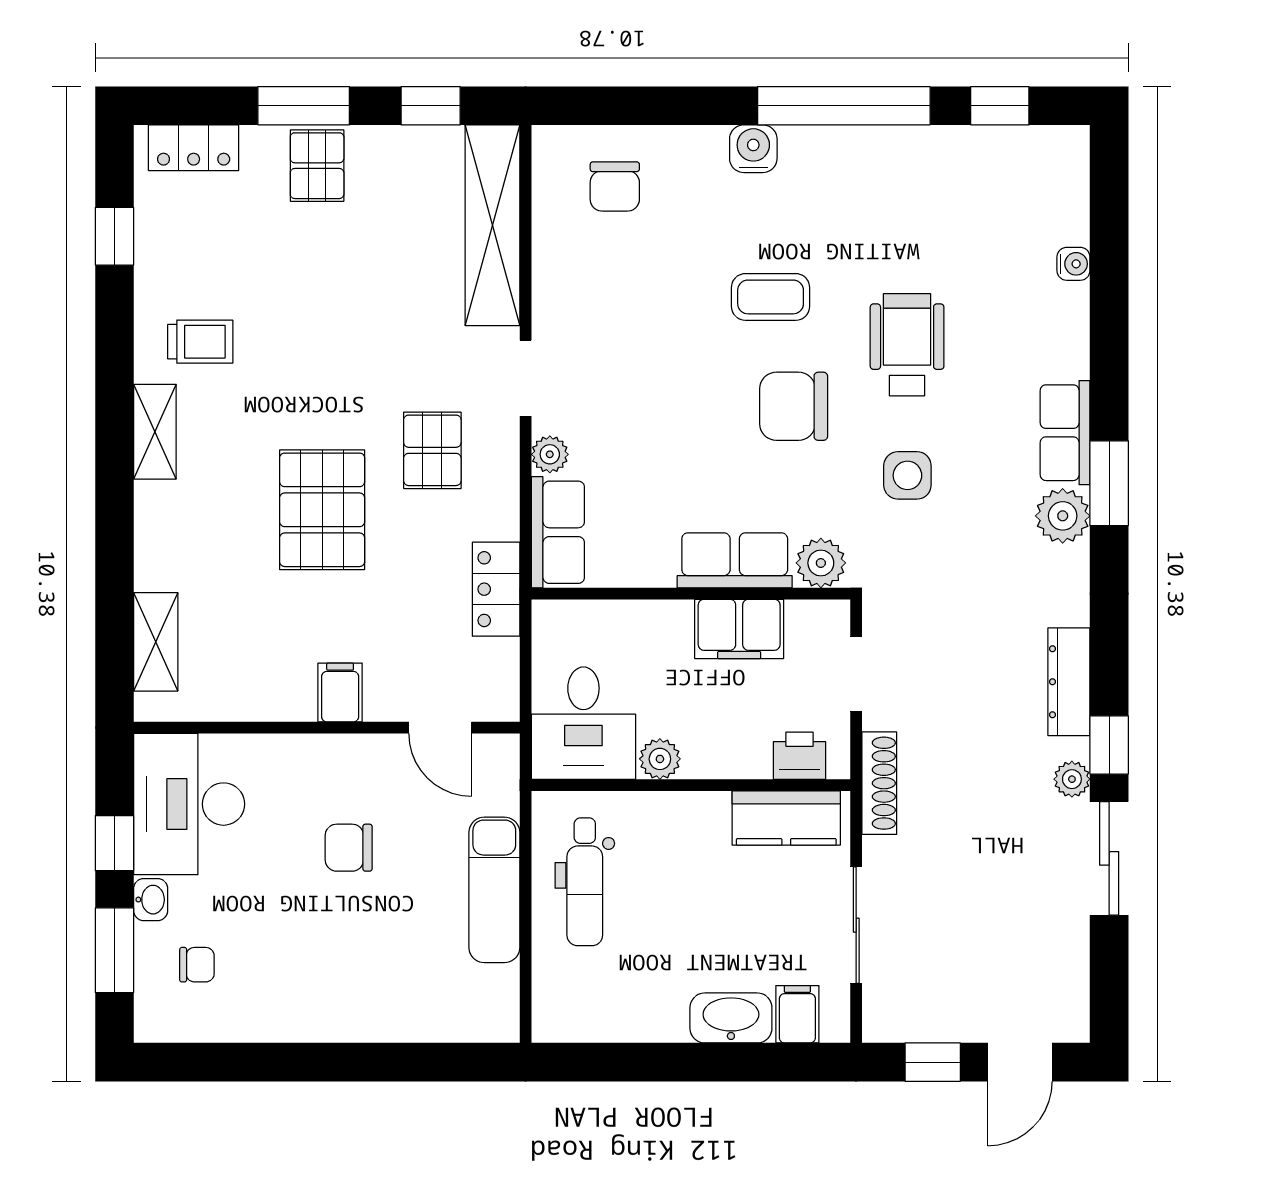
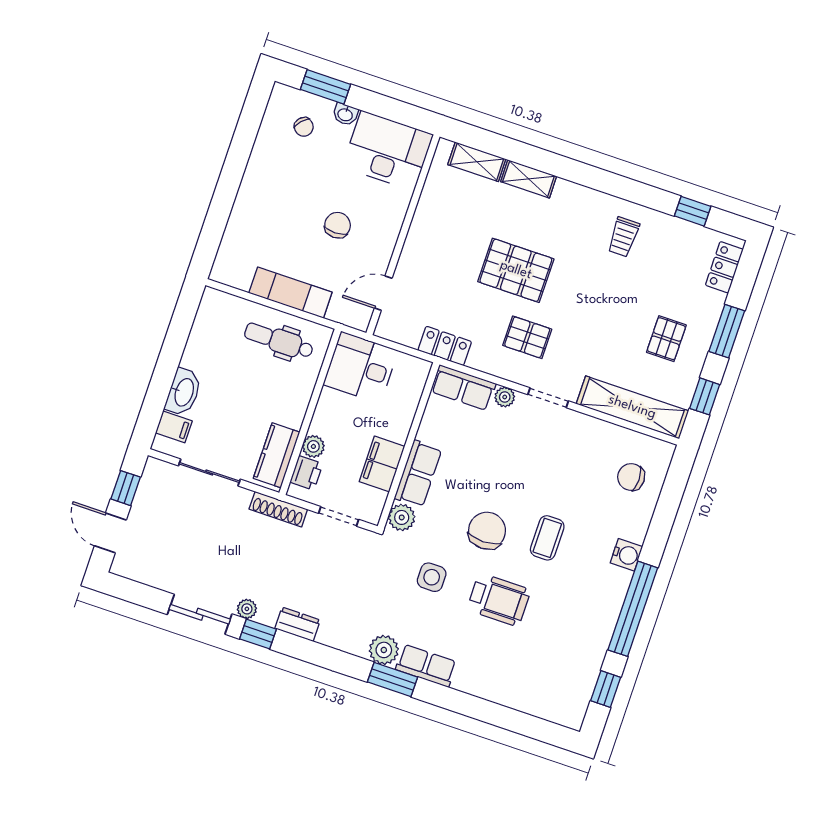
pallet: (317, 166) -> (666, 339), moved, turned 90
water cooler: (1073, 264) -> (512, 699), removed
shelving: (155, 432) -> (529, 179), moved
dresser: (1069, 682) -> (297, 624), width x0.70
filing cabinet: (340, 693) -> (419, 248), removed
plant: (660, 759) -> (313, 446), moved
window: (114, 843) -> (381, 106), removed
chair: (197, 965) -> (304, 127), turned -47

